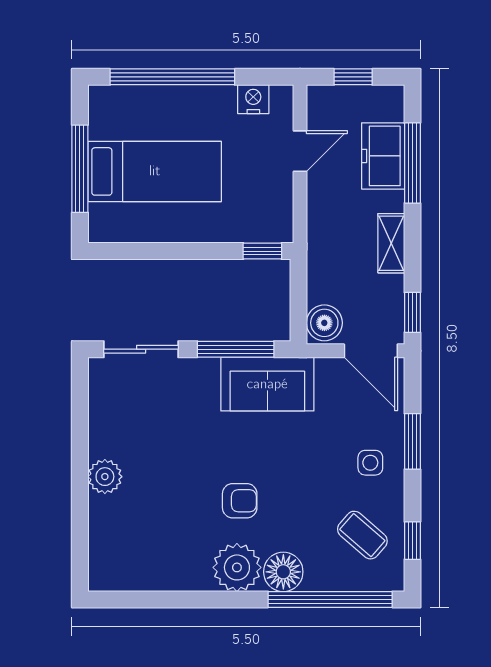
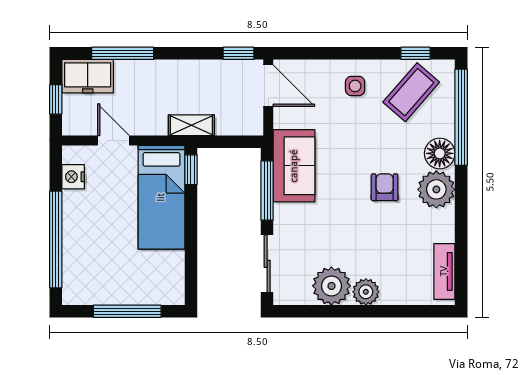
freezer: (383, 156) -> (88, 76), moved
bed: (155, 171) -> (161, 197), moved, turned 180
shelving: (391, 243) -> (191, 125), moved
boiler: (324, 323) -> (247, 122), removed
door: (371, 351) -> (268, 86), hinge flipped
plant: (112, 432) -> (331, 286), added
window: (412, 441) -> (339, 53), removed
coffee table: (362, 535) -> (411, 92), width x1.36, depth x1.30
tv unit: (131, 578) -> (444, 271), added

